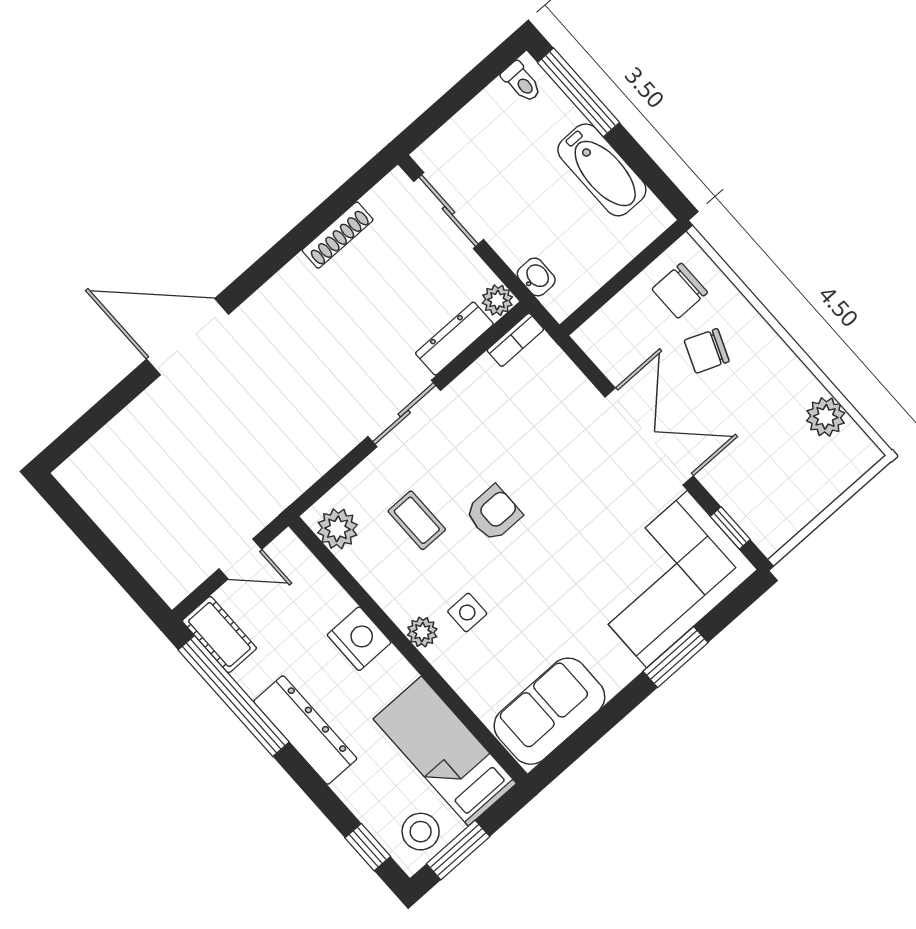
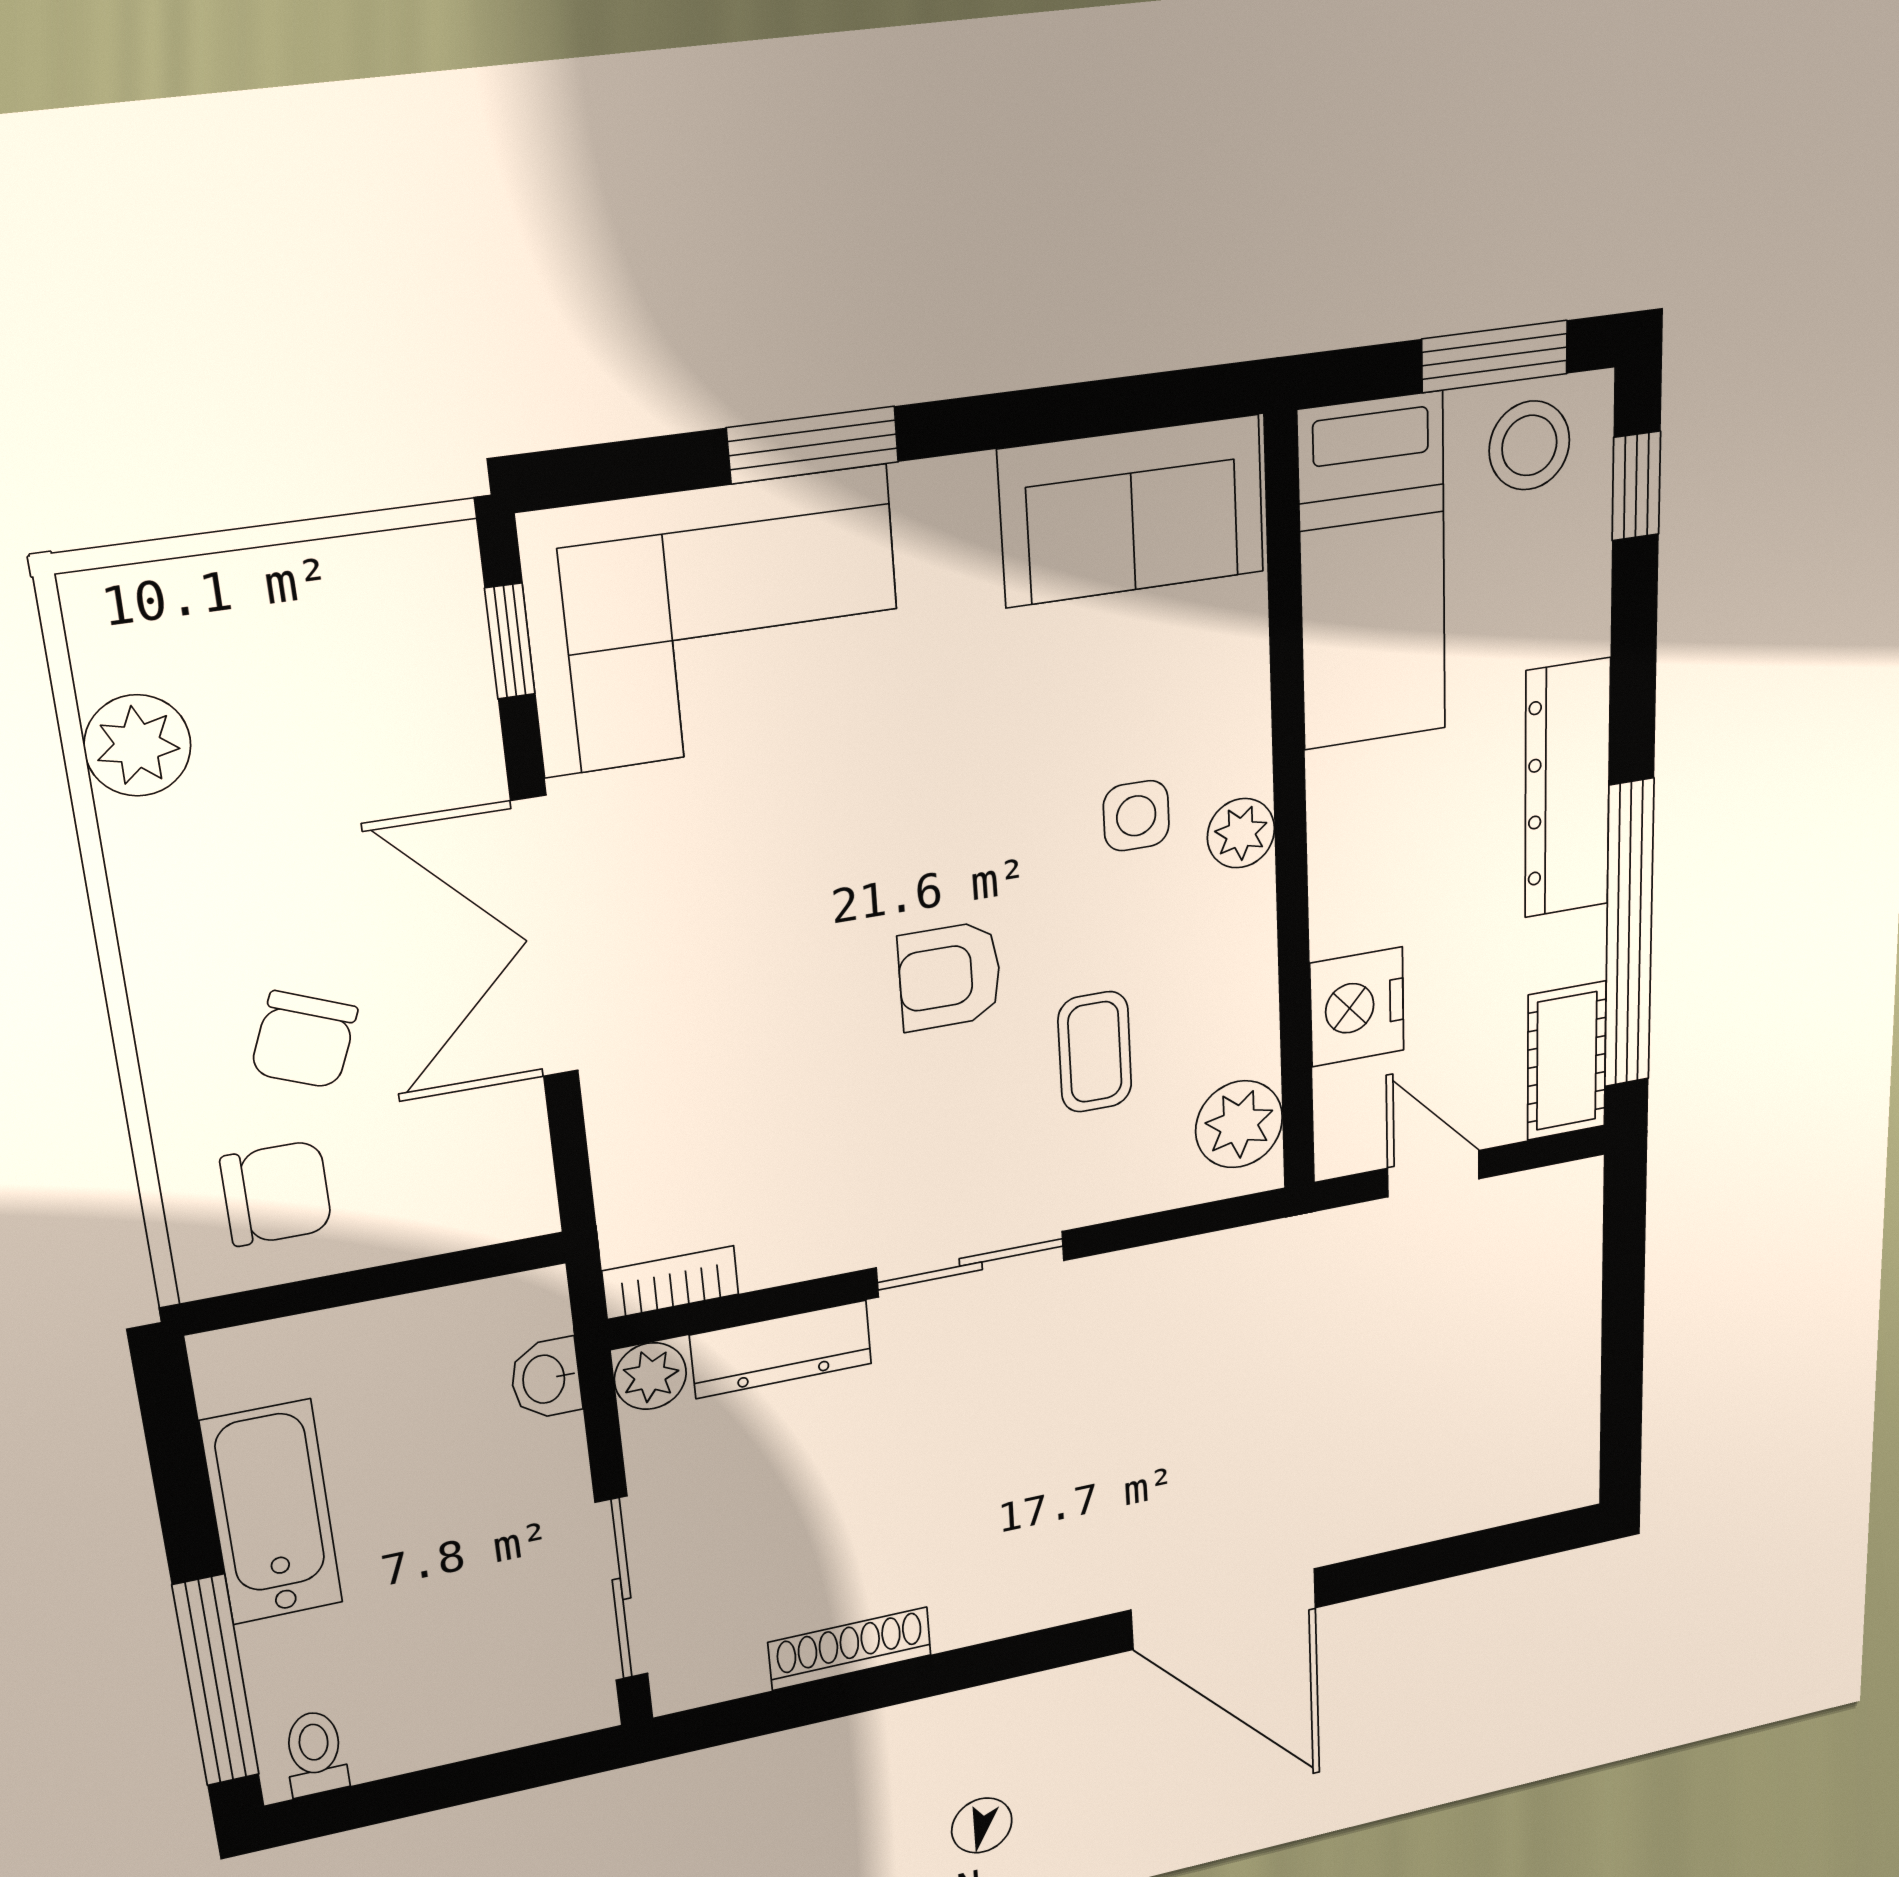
chair: (707, 351) -> (304, 1040), turned 90
nightstand: (359, 639) -> (1357, 1007), moved

